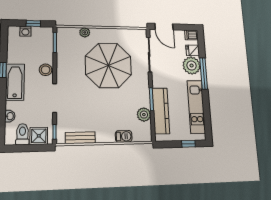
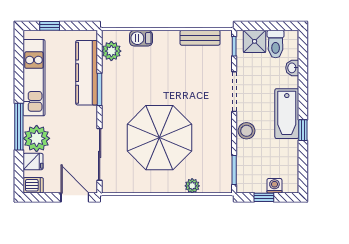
plant: (144, 115) -> (111, 51), moved

